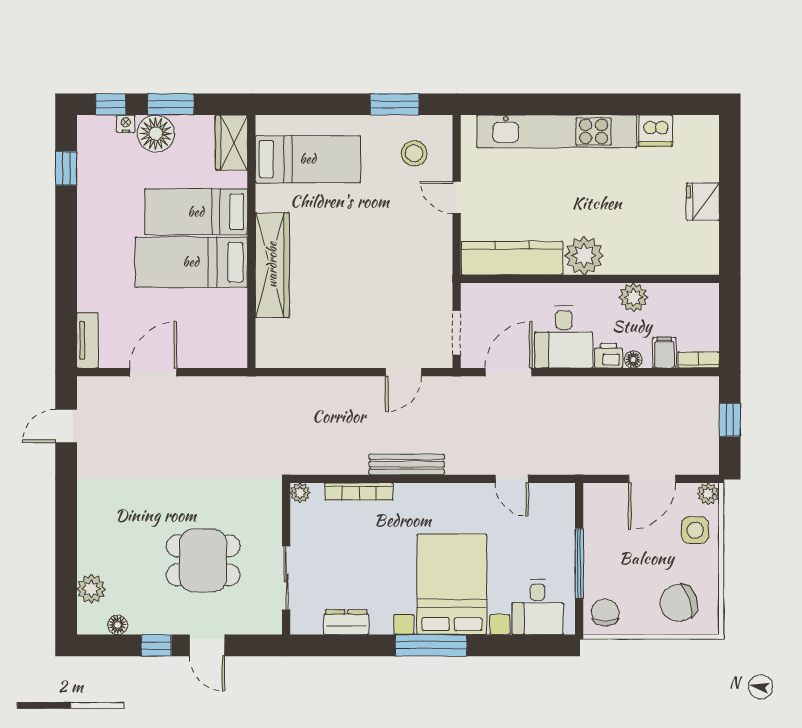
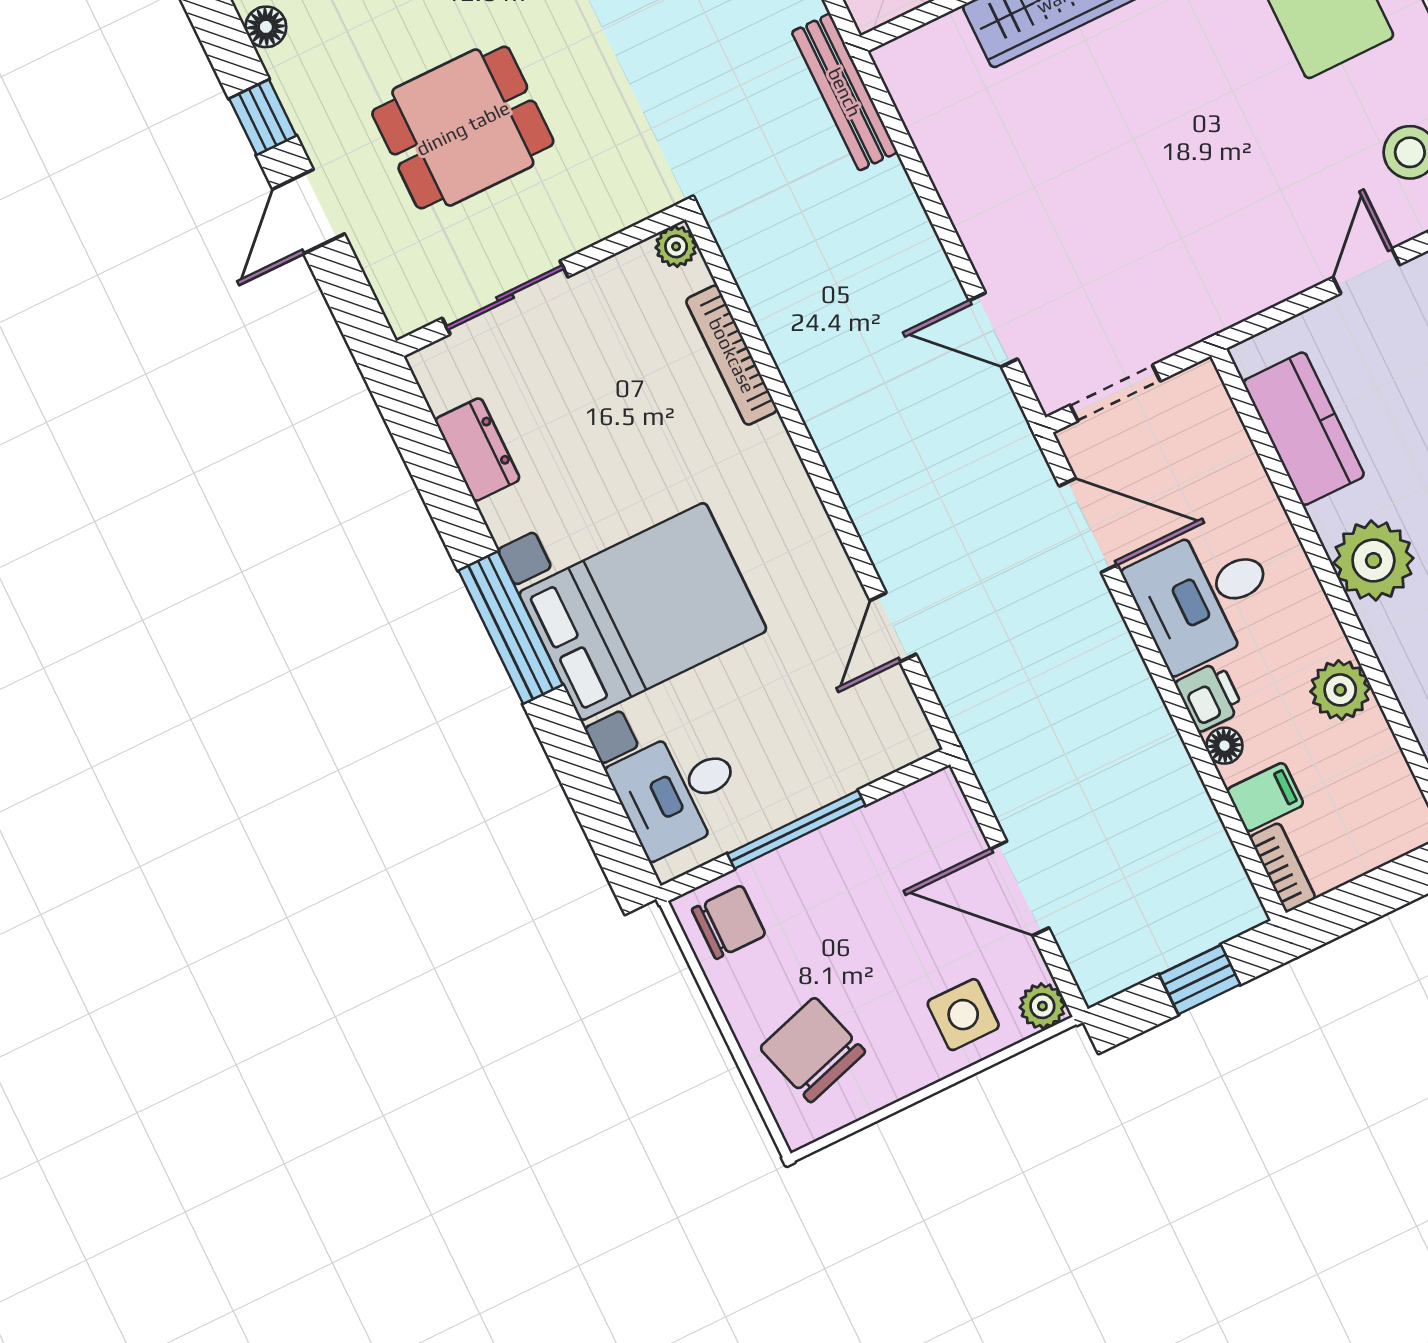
kitchen counter: (512, 258) -> (1304, 429), width x0.67
bench: (407, 464) -> (845, 92), moved
dining table: (203, 560) -> (463, 128), turned 90

